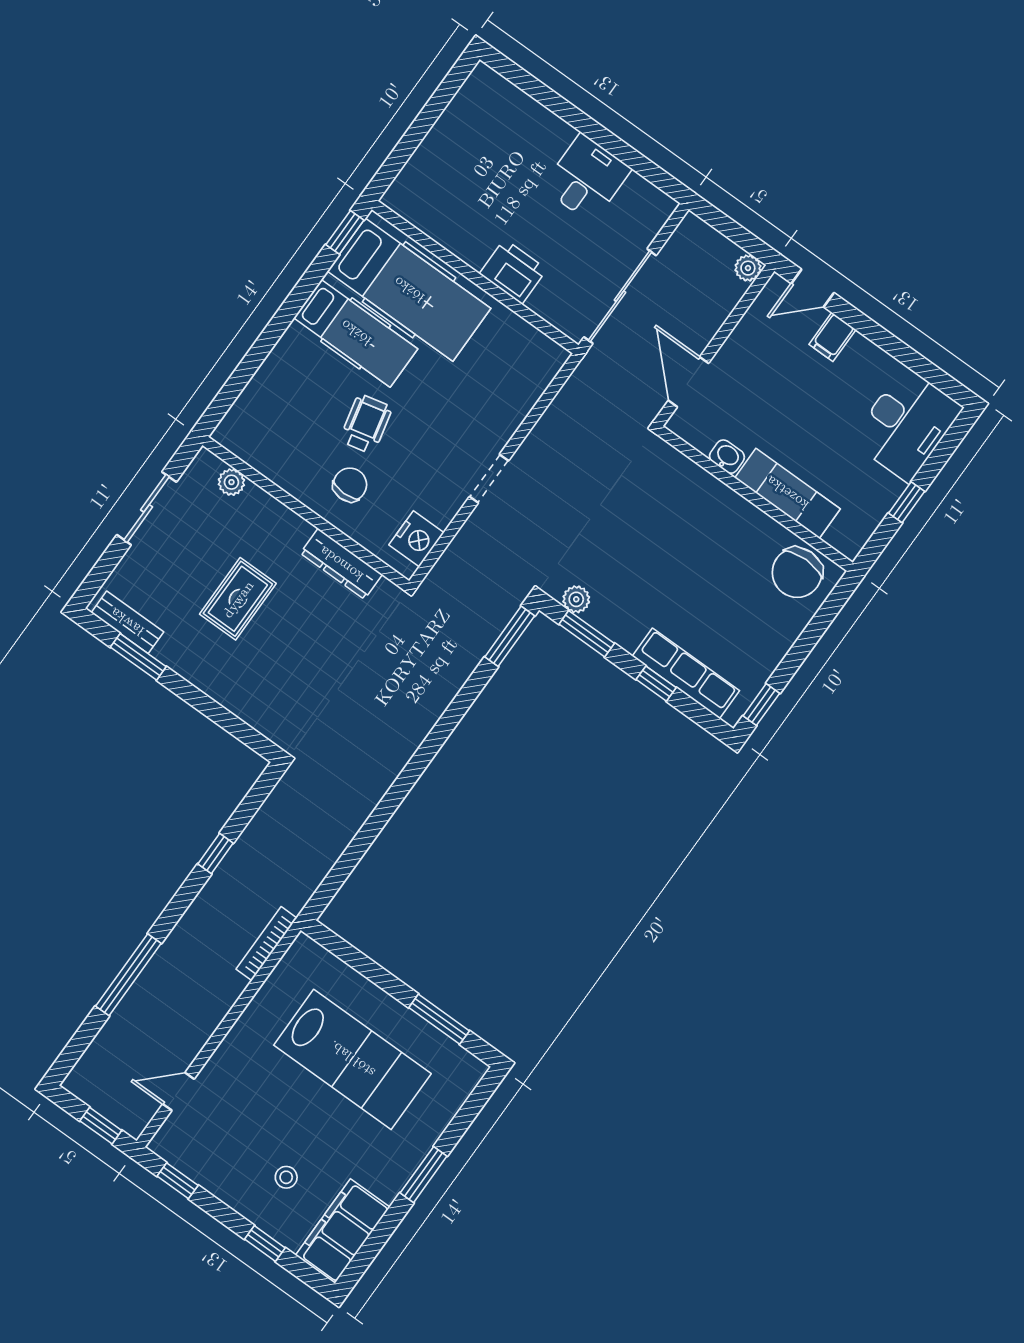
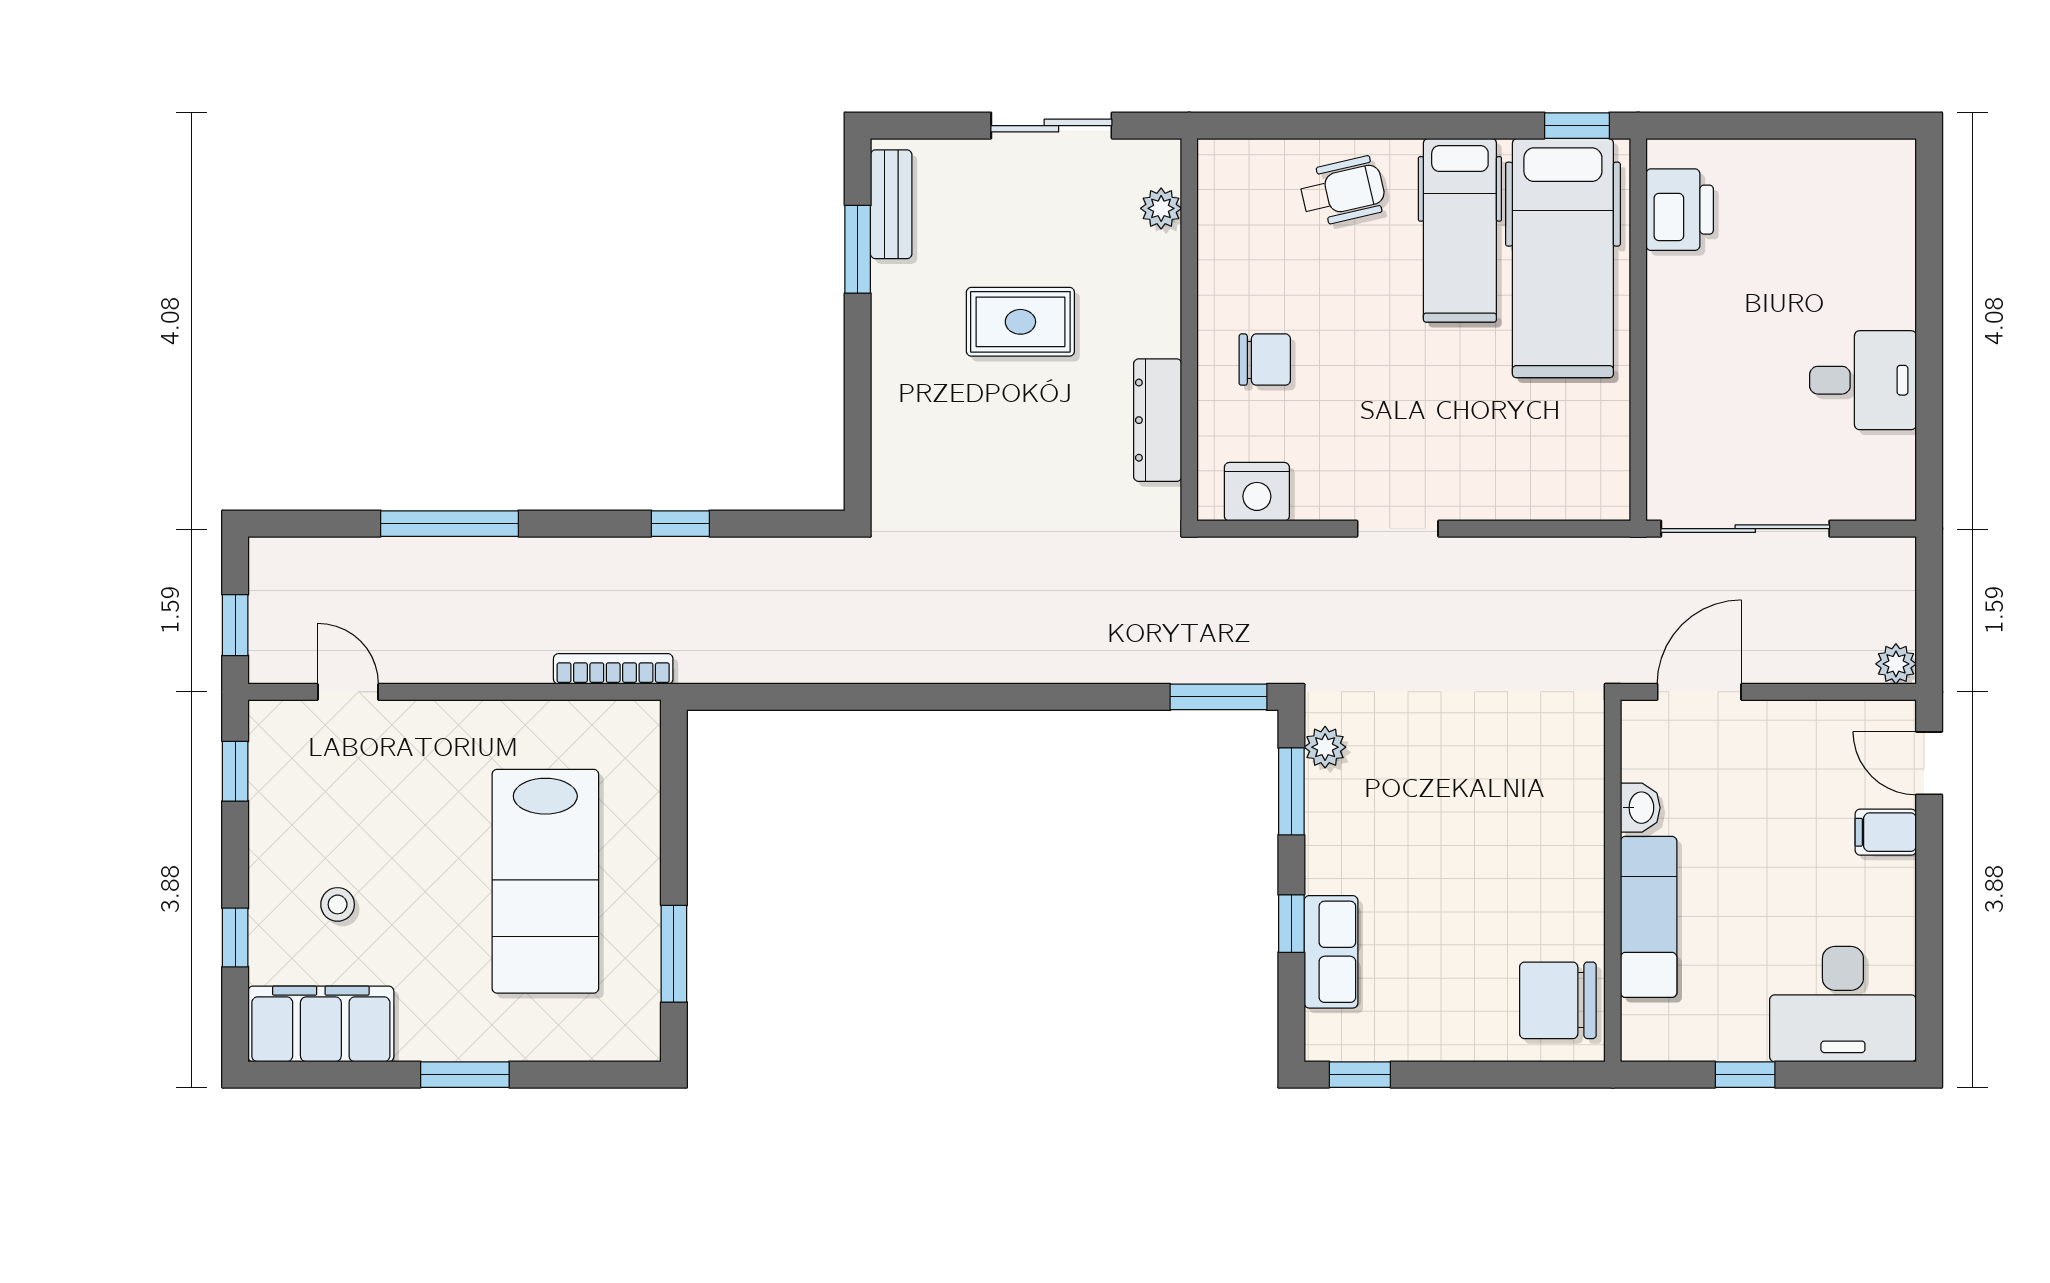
printer: (513, 272) -> (1680, 210), moved
wheelchair: (366, 424) -> (1343, 191), moved
row of seats: (686, 673) -> (1331, 952), width x0.68

